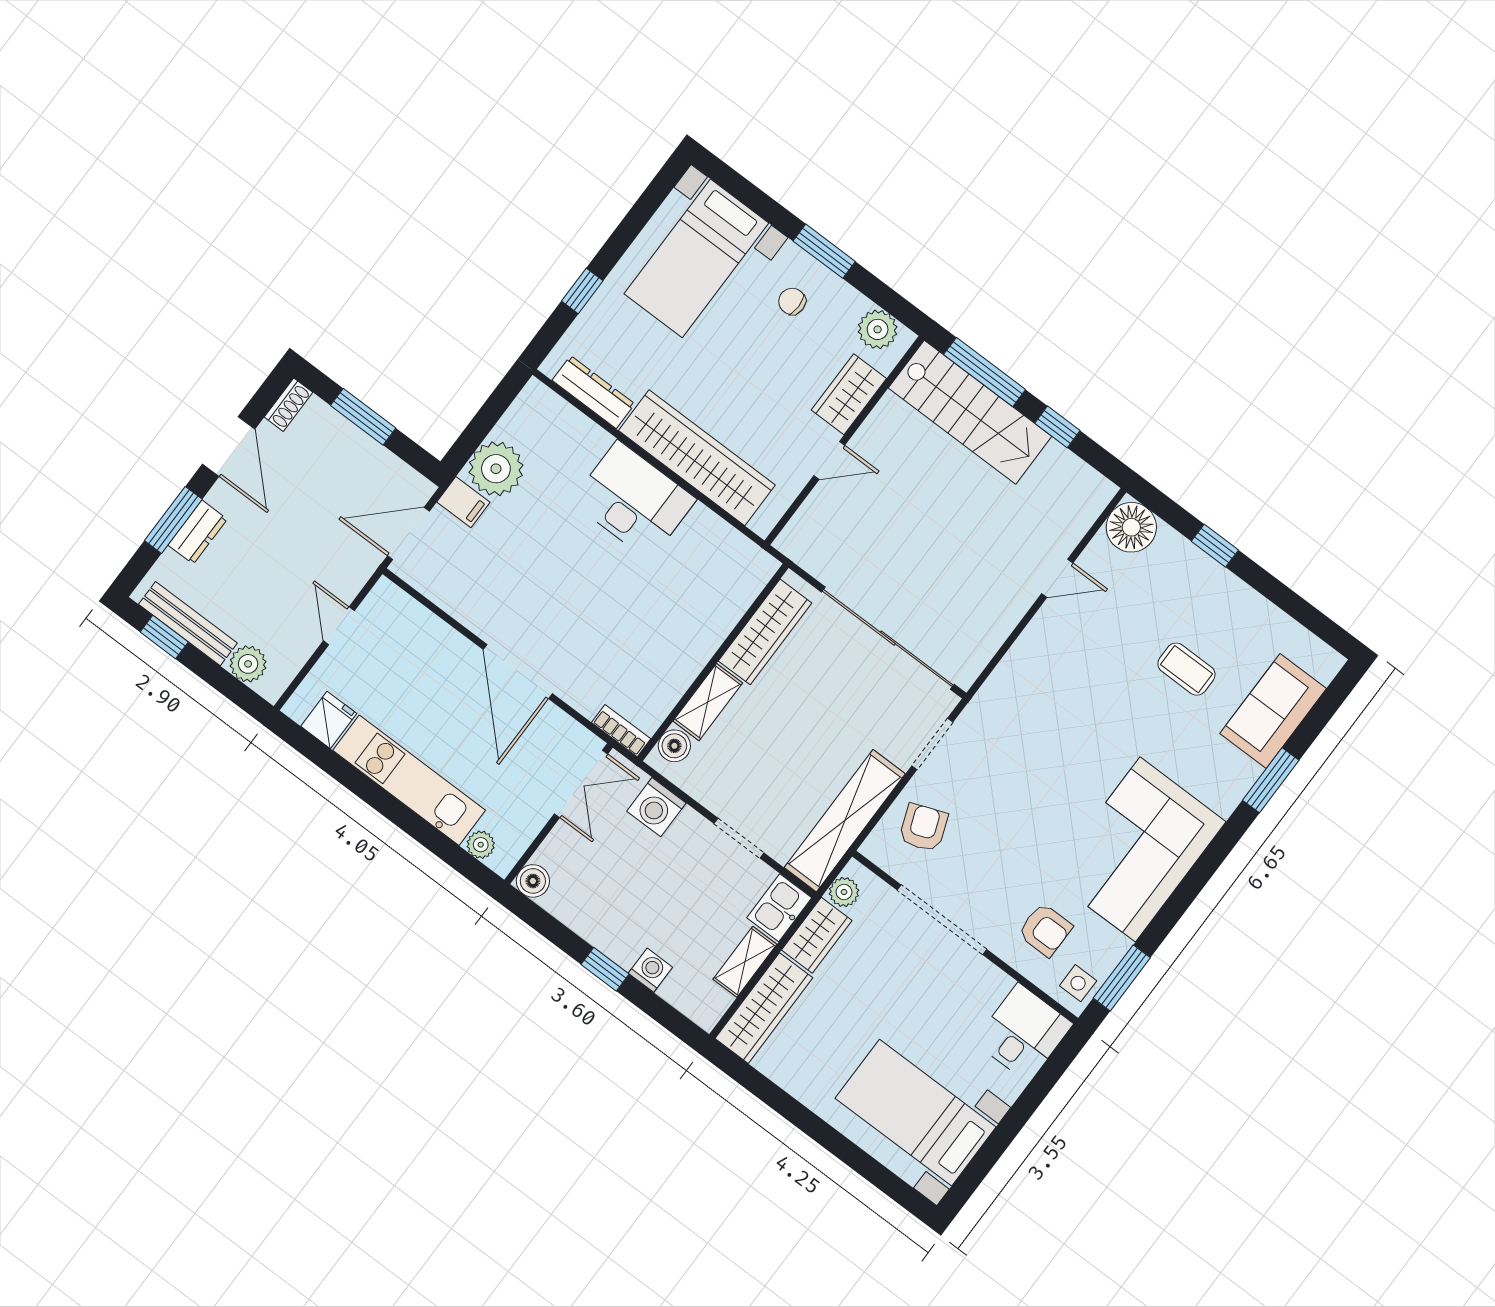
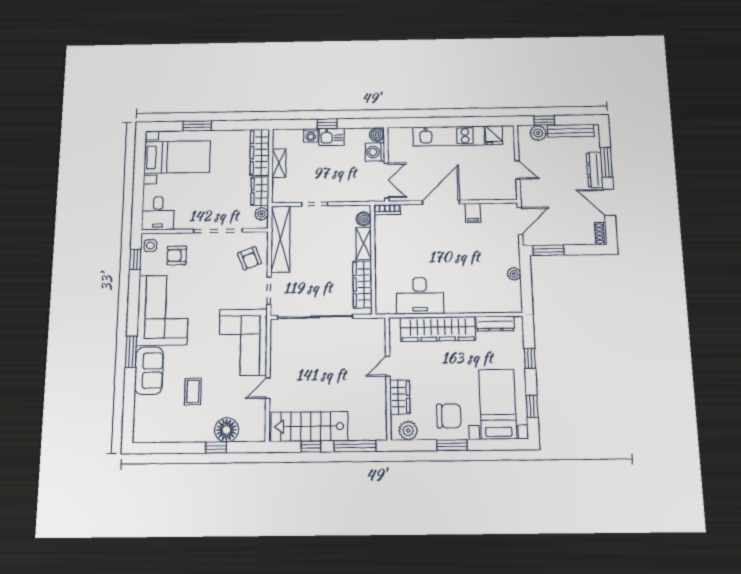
window: (642, 211) -> (532, 406), added
chair: (792, 301) -> (449, 416), width x1.87, depth x1.87
stairs: (970, 412) -> (309, 426), moved
window: (363, 417) -> (549, 250), moved
plant: (496, 469) -> (514, 274), width x0.53, depth x0.53
desk: (634, 500) -> (420, 296), moved
filing cabinet: (463, 502) -> (473, 213), moved, turned -90
floor lamp: (1131, 527) -> (227, 430), moved
dresser: (198, 532) -> (595, 170), width x1.44
window: (164, 637) -> (544, 120), moved
coffee table: (1186, 669) -> (193, 391), turned 90
door: (518, 671) -> (441, 202), hinge flipped
corner sofa: (1042, 689) -> (243, 342), added
sofa: (1273, 711) -> (149, 371), moved
window: (1271, 780) -> (131, 352), moved
double door: (581, 784) -> (387, 180), swing flipped
washing machine: (656, 807) -> (375, 152), moved, turned -90
plant: (481, 845) -> (405, 133), removed
kitchen sink: (779, 908) -> (332, 137), moved, turned 90
window: (1122, 978) -> (135, 259), width x0.67
window: (838, 1145) -> (197, 126), added

